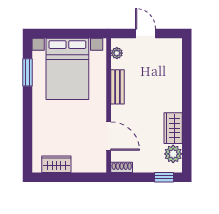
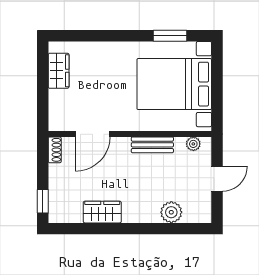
plant: (173, 154) -> (171, 212), moved

